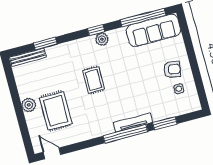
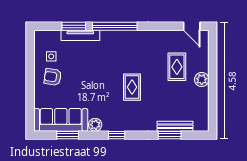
window: (143, 18) -> (68, 135), width x0.47
plant: (102, 39) -> (95, 125), moved
bench: (28, 57) -> (175, 126), moved
rug: (56, 111) -> (177, 67), width x0.73, depth x0.70
tv unit: (133, 123) -> (80, 35), moved

